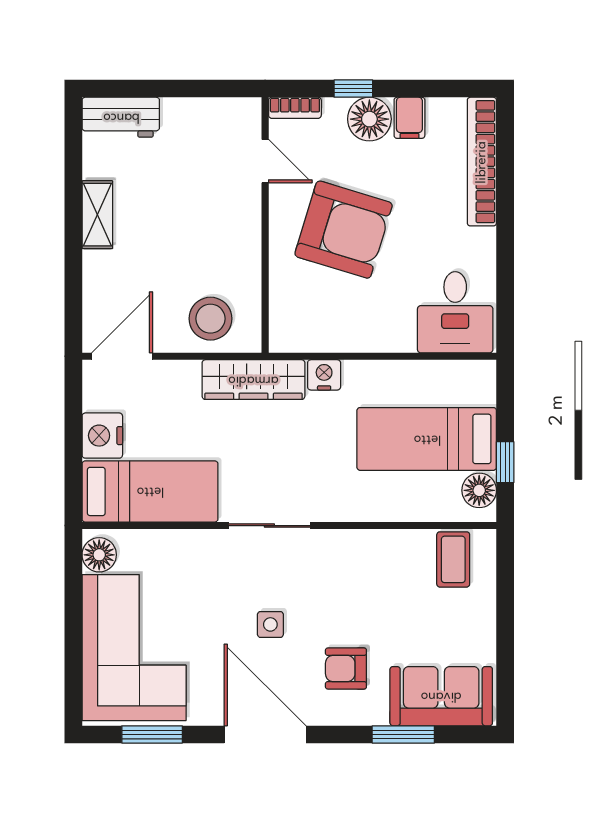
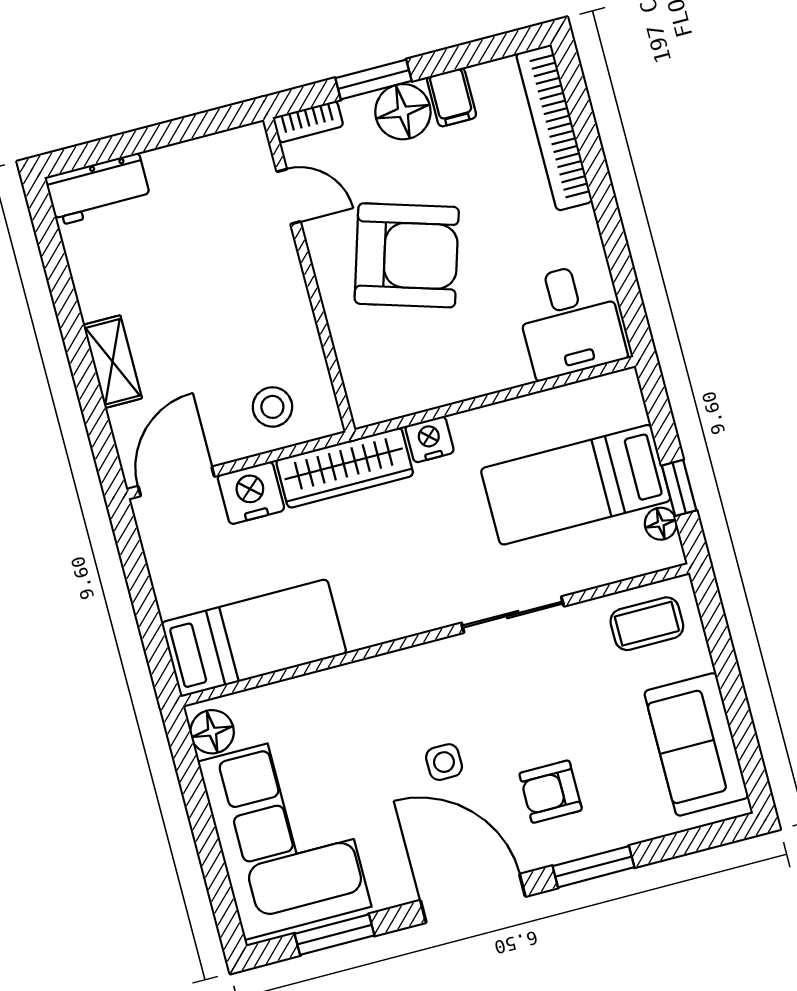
window: (353, 89) -> (373, 80), width x1.50
shelving: (97, 215) -> (113, 362), moved
stool: (210, 319) -> (272, 407), width x0.73, depth x0.73
nightstand: (102, 436) -> (251, 493), moved, turned 90
floor lamp: (479, 490) -> (661, 524), width x0.73, depth x0.73
sliding door: (269, 526) -> (513, 615), moved
coffee table: (453, 559) -> (647, 624), turned 90
sofa: (441, 696) -> (696, 744), moved, turned -90
window: (403, 734) -> (594, 867), moved

